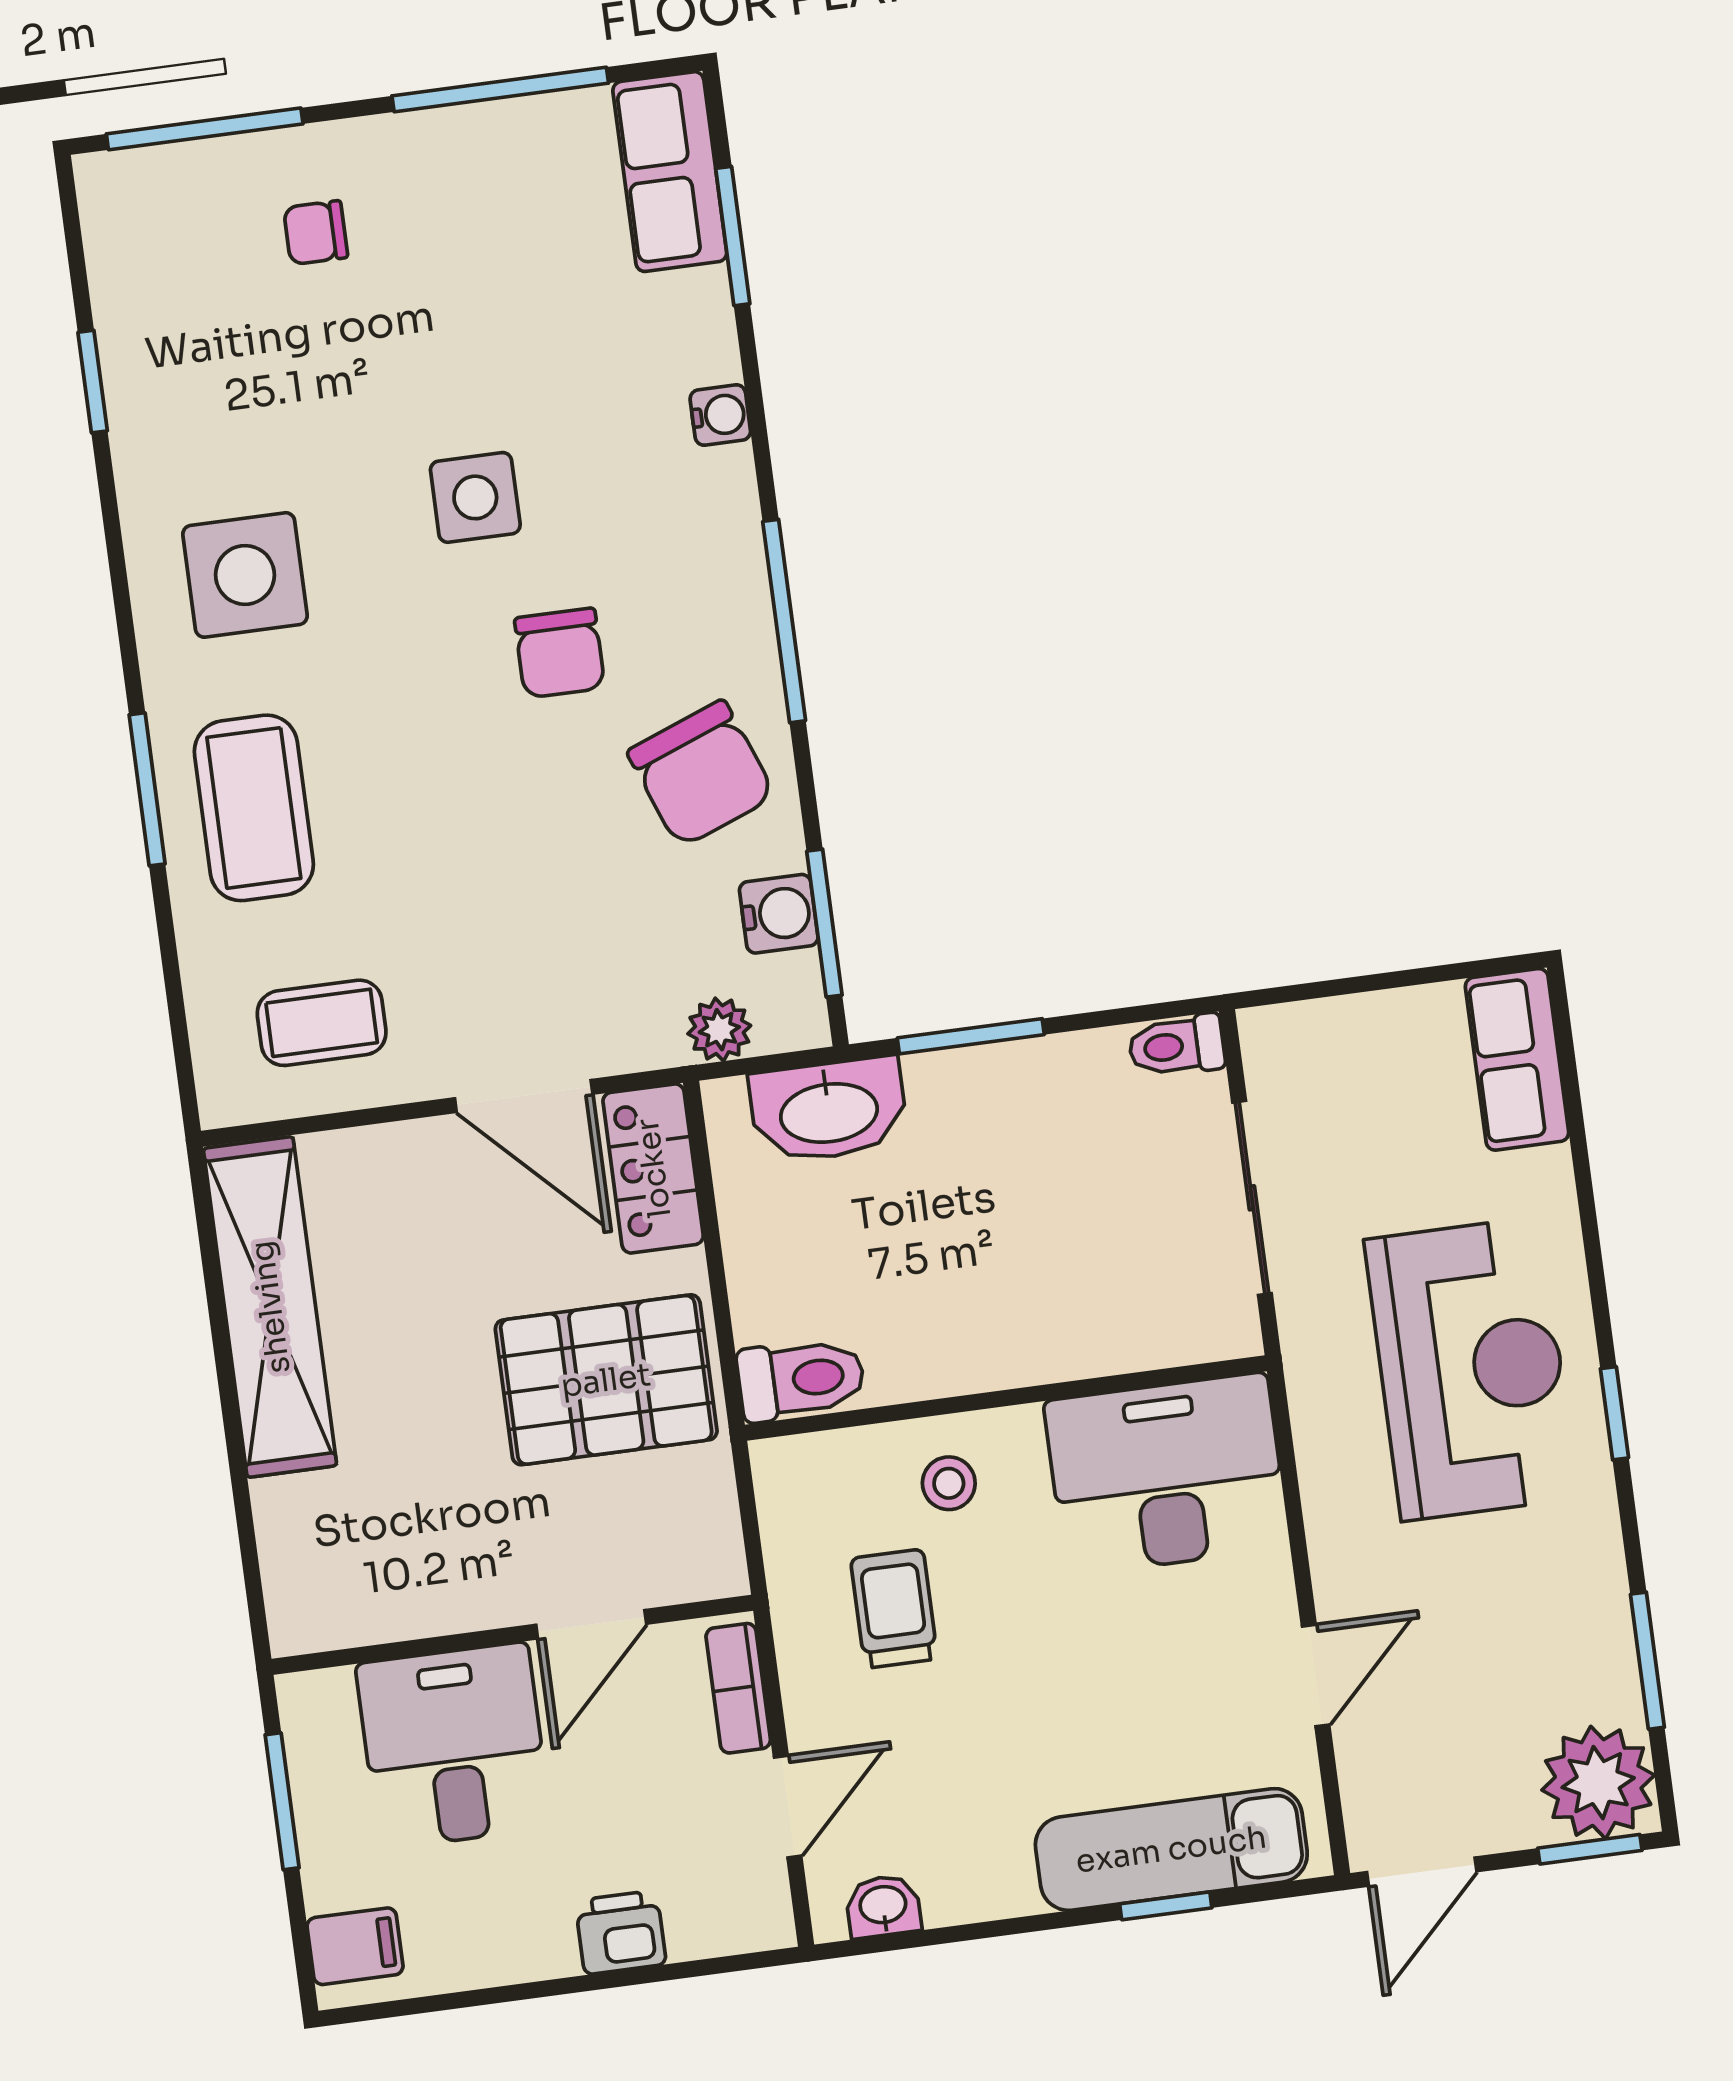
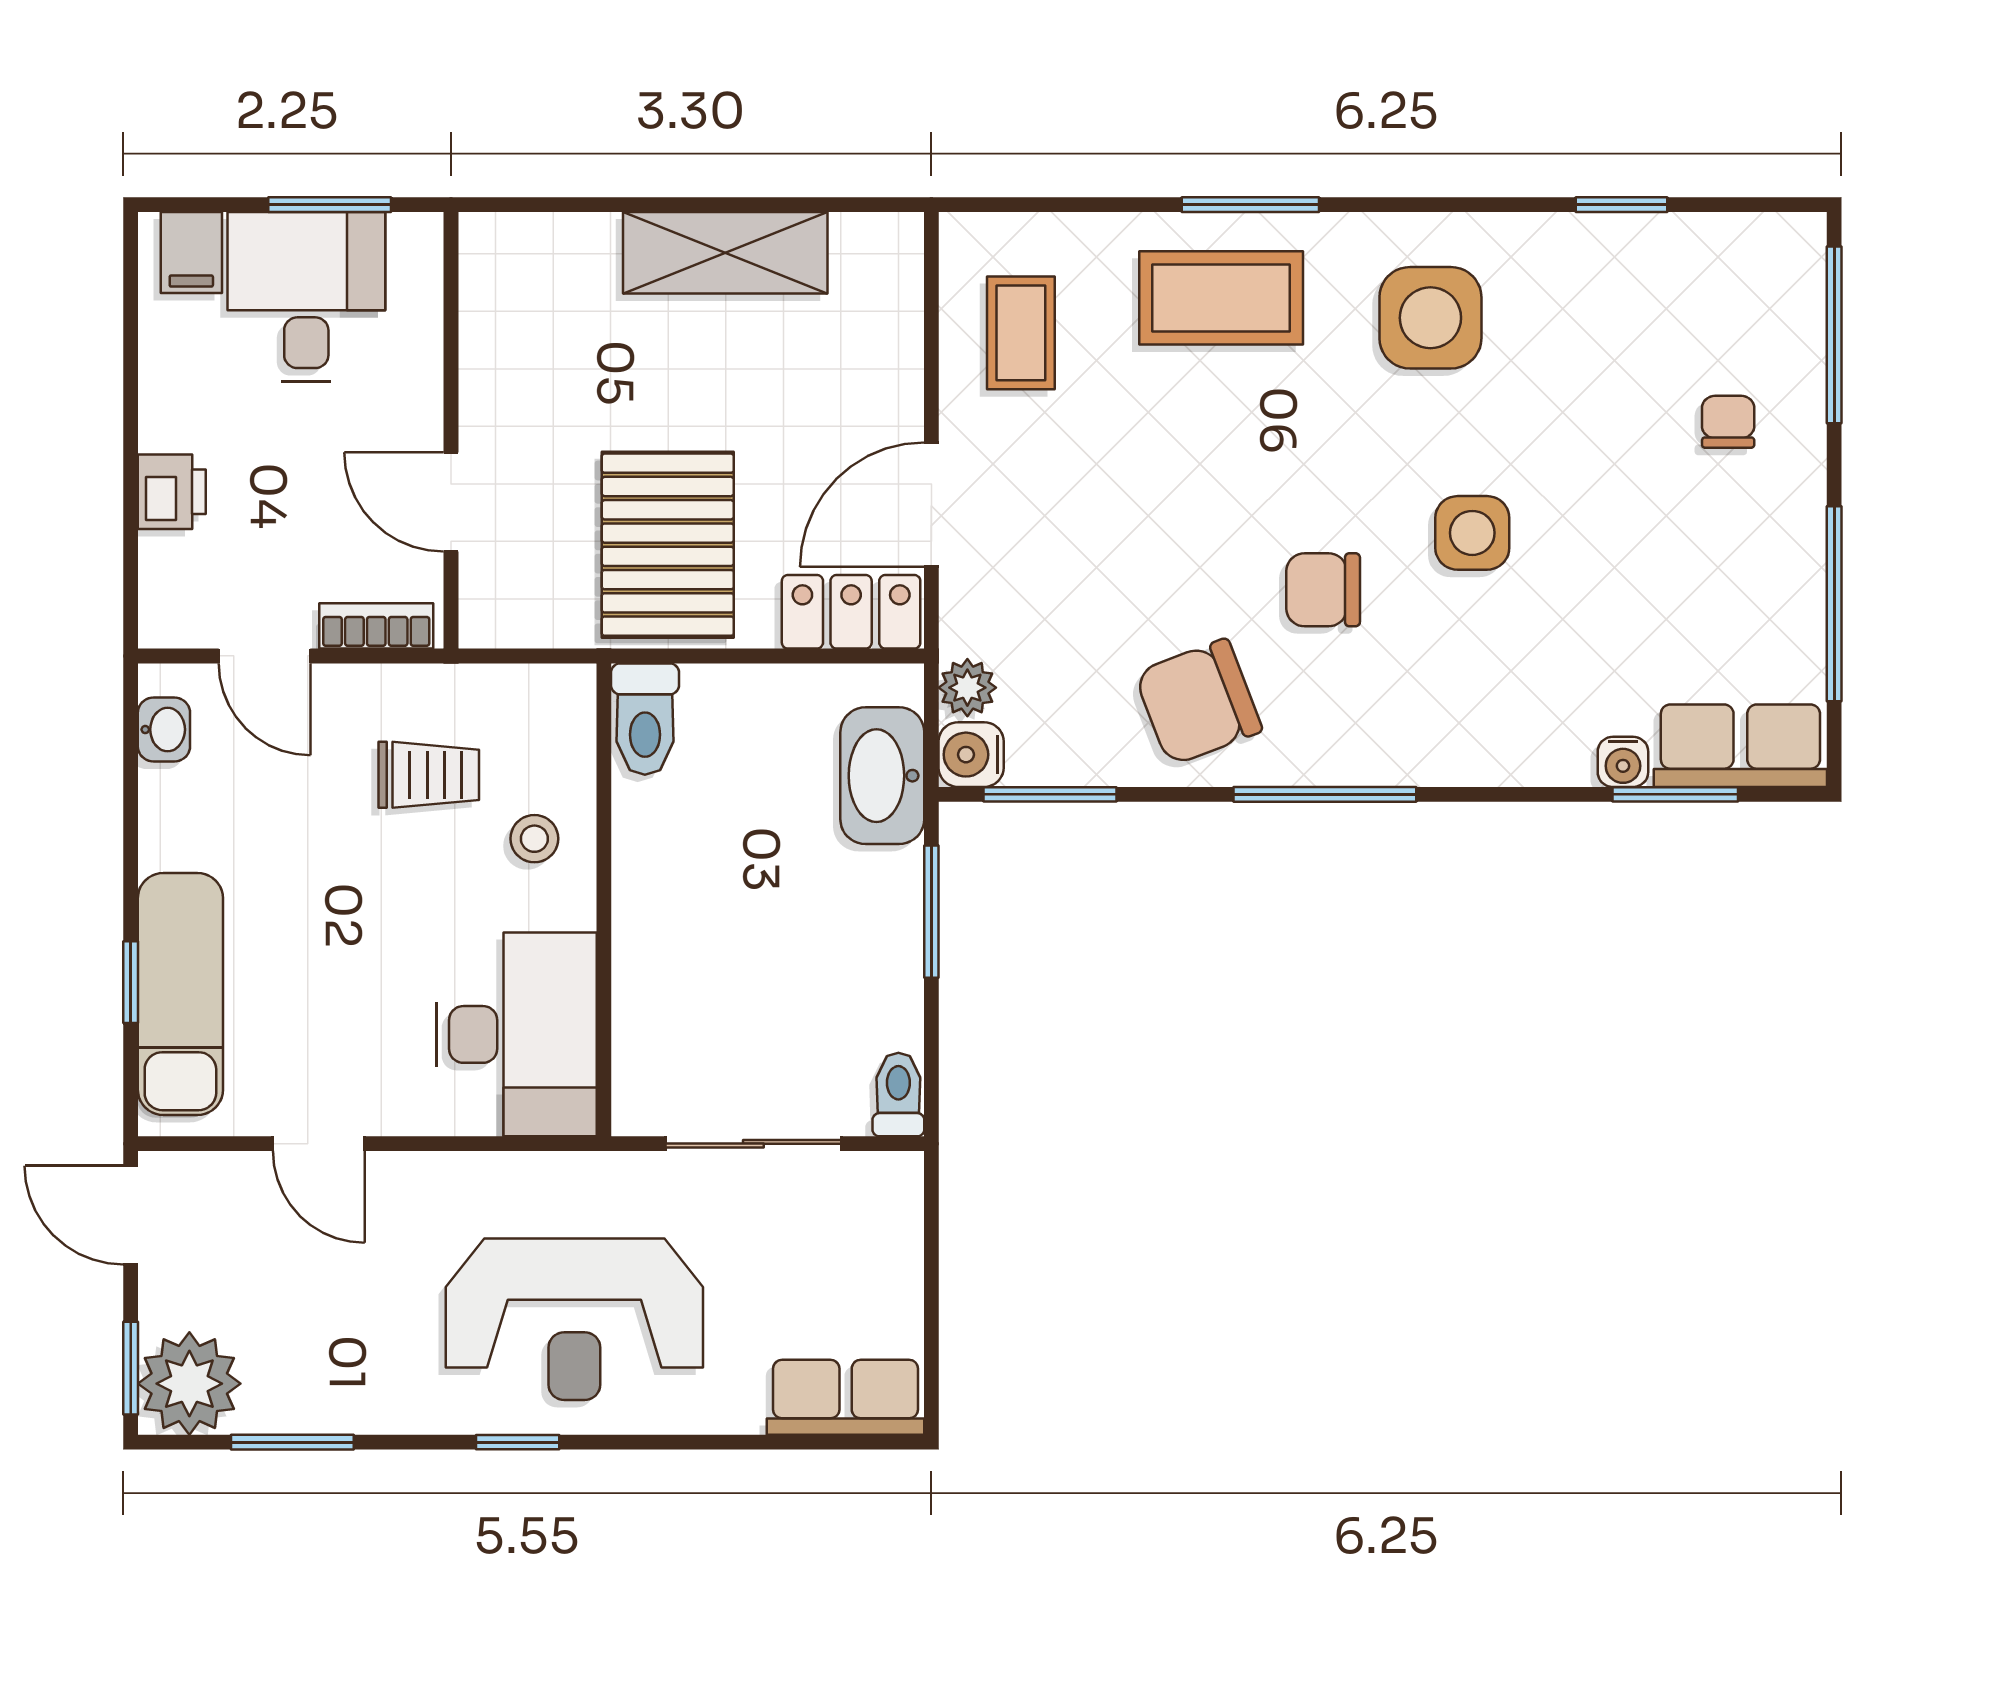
water cooler: (720, 415) -> (1623, 762), moved
water cooler: (779, 914) -> (971, 755), moved, turned 90
shelving: (270, 1307) -> (725, 253), width x0.68
desk: (454, 1746) -> (306, 297), moved, turned -90

